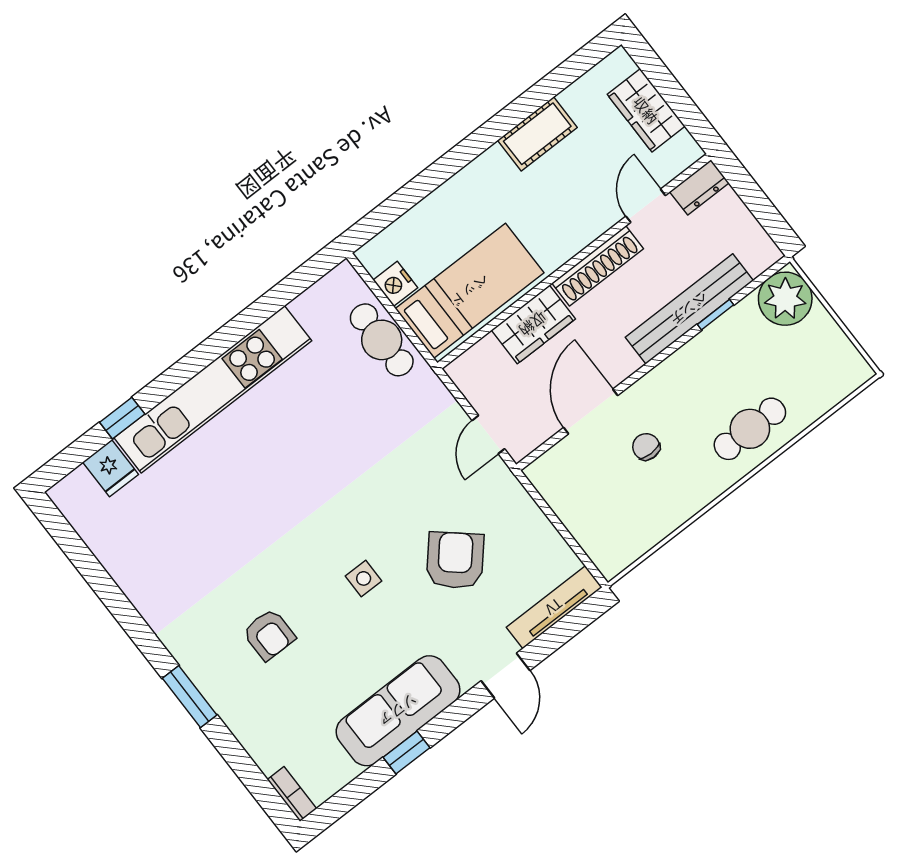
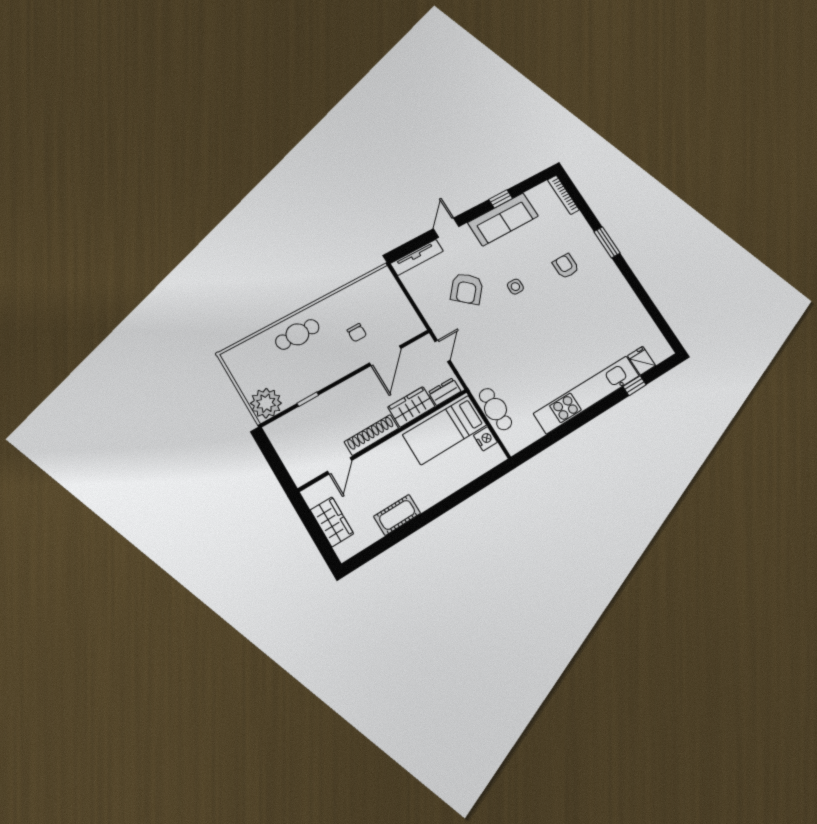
dresser: (699, 187) -> (445, 392), moved
bench: (689, 309) -> (322, 404), removed
bookcase: (292, 794) -> (563, 195), width x1.56

